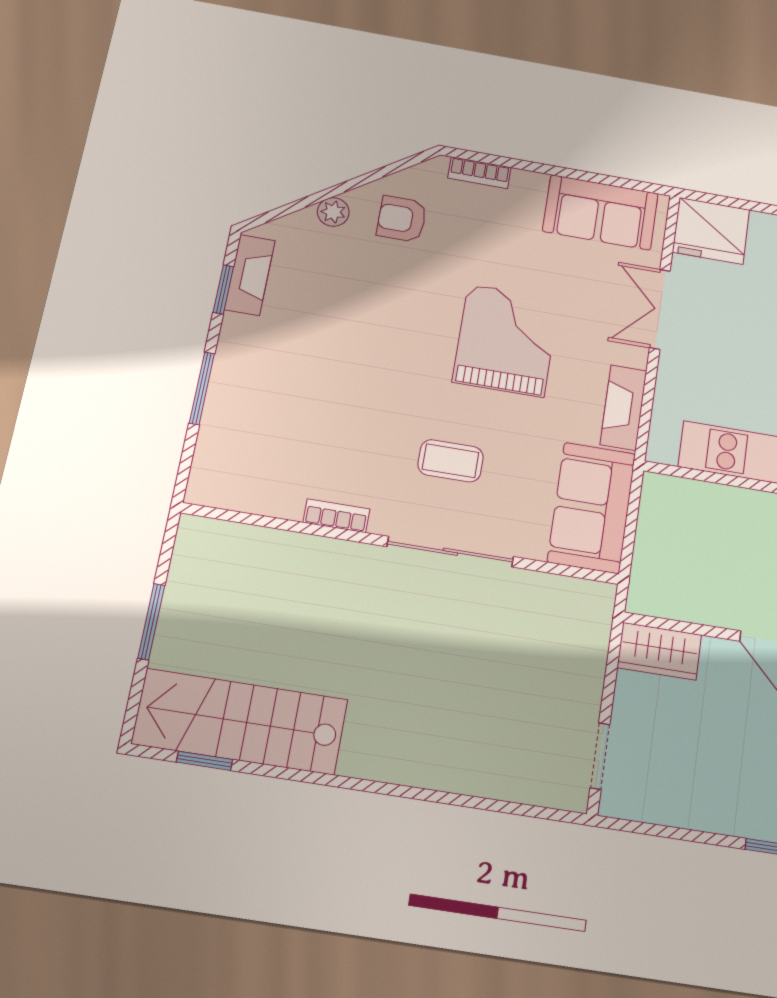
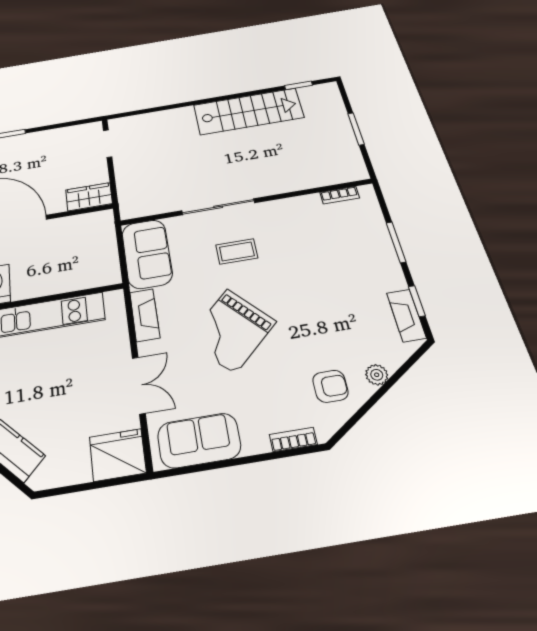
grand piano: (506, 340) -> (231, 331), turned 47
bookcase: (336, 516) -> (340, 195), moved
stairs: (240, 722) -> (248, 111), moved

